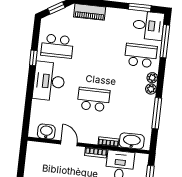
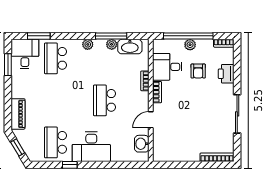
window: (165, 41) -> (39, 36), width x0.69
school desk: (57, 46) -> (55, 142), turned 180
plant: (152, 78) -> (112, 44), moved
washbasin: (132, 141) -> (130, 47), moved, turned -90

